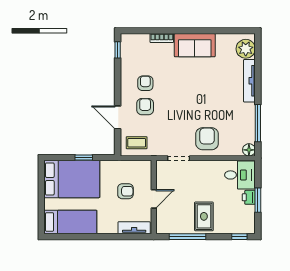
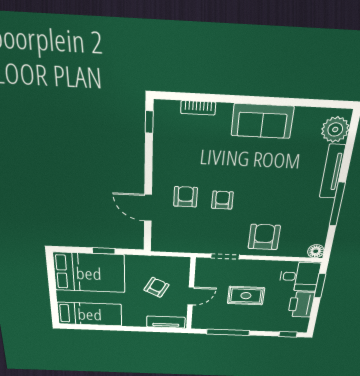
bookcase: (162, 38) -> (198, 108), moved
armchair: (145, 83) -> (222, 200), moved
window: (258, 123) -> (337, 204), moved
coffee table: (137, 143) -> (172, 238), removed
armchair: (125, 191) -> (156, 287), turned -63
printer: (249, 197) -> (301, 305), width x1.87, depth x1.48
window: (258, 200) -> (320, 286), moved
rug: (204, 216) -> (246, 296), moved, turned 90

